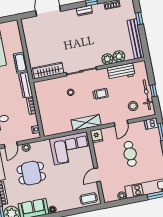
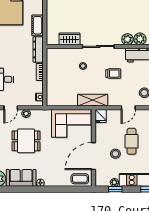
wardrobe: (48, 70) -> (70, 39), width x0.67
stool: (117, 169) -> (115, 154), added
door: (97, 175) -> (93, 156), width x1.88
window: (124, 202) -> (115, 189), added

